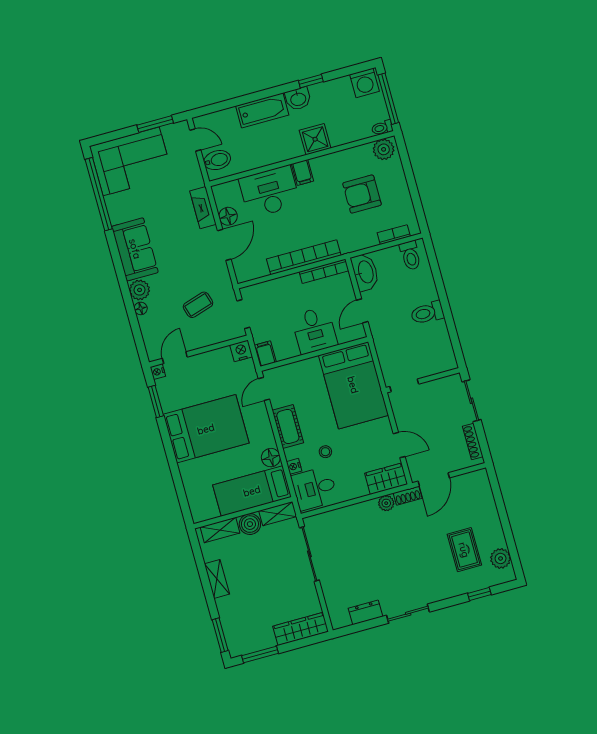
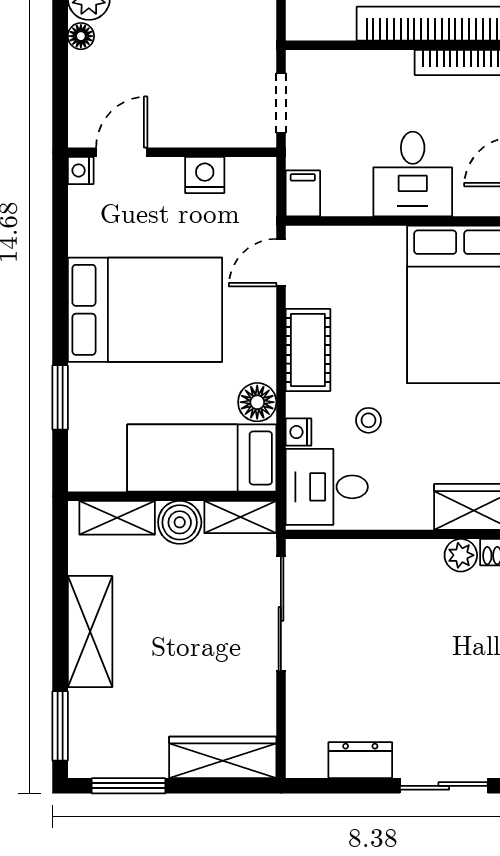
coffee table: (198, 305) -> (196, 60), removed
nightstand: (241, 351) -> (205, 175), moved
window: (156, 402) -> (60, 397), moved
shelving: (217, 579) -> (90, 632), width x1.50, depth x1.33

